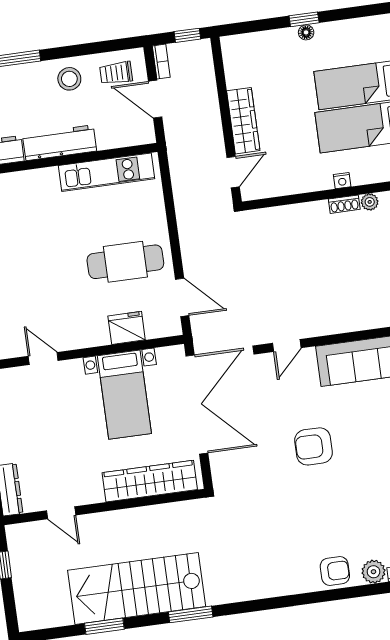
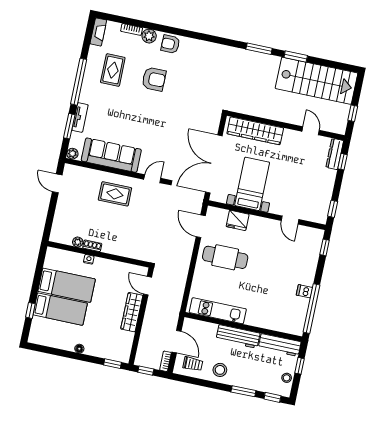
window: (304, 19) -> (112, 364), moved
door: (233, 172) -> (148, 286), hinge flipped
rug: (338, 300) -> (115, 194), added
armchair: (313, 446) -> (154, 79), moved
stairs: (137, 588) -> (316, 81), moved
window: (104, 626) -> (296, 56), moved

